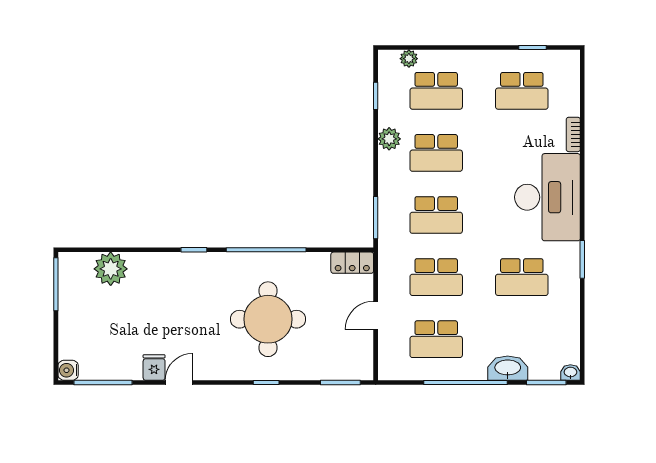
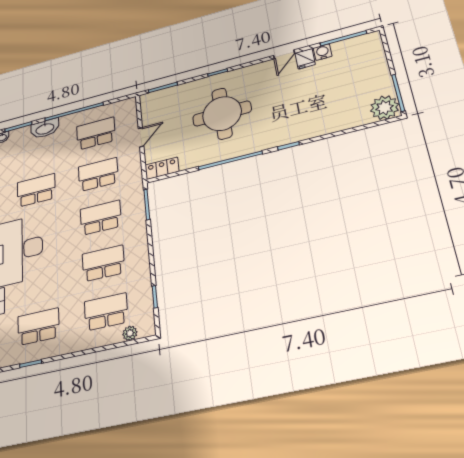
plant: (389, 139) -> (141, 266), removed
plant: (111, 269) -> (385, 108), moved
water cooler: (68, 370) -> (323, 52), moved, turned -90

